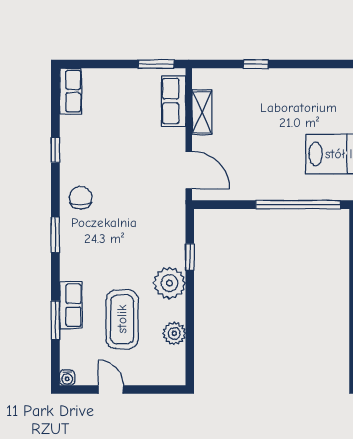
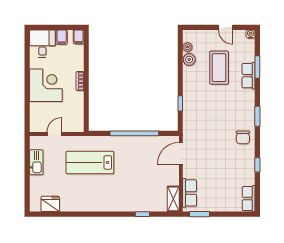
shelving: (202, 112) -> (173, 199), moved
door: (189, 170) -> (181, 153), hinge flipped
window: (298, 205) -> (134, 133), moved
plant: (170, 283) -> (188, 47), moved, width x0.53, depth x0.53

